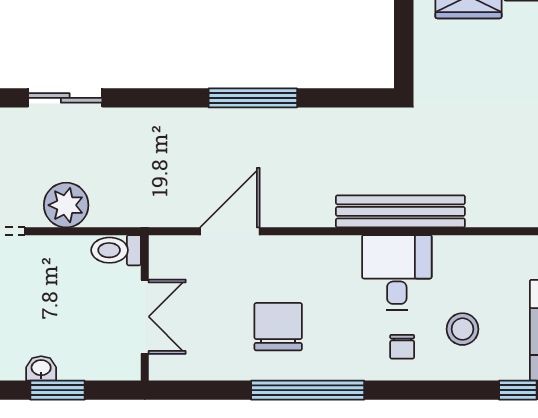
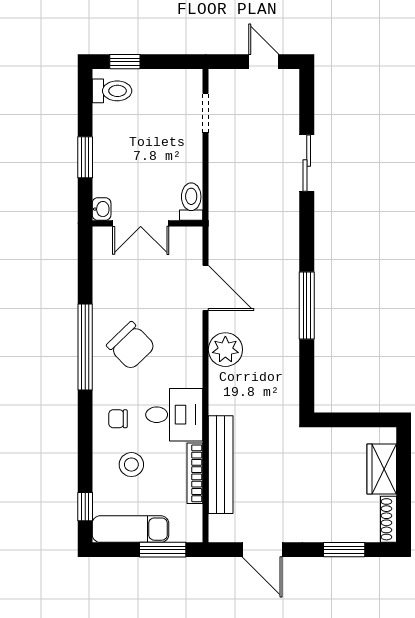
plant: (66, 205) -> (225, 350), moved
bench: (400, 211) -> (221, 465), moved
bookcase: (474, 245) -> (195, 473), added
chair: (278, 327) -> (131, 346), moved, turned 46
washbasin: (41, 368) -> (102, 209), moved

